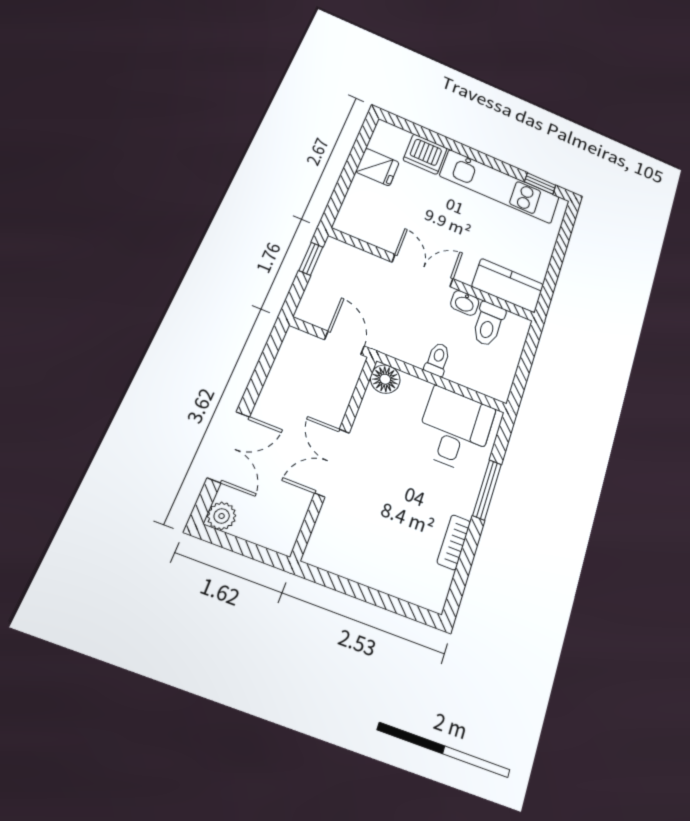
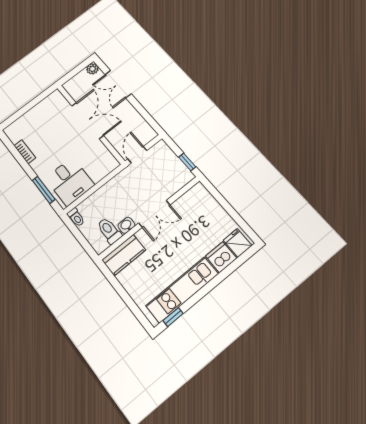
fridge: (377, 167) -> (238, 243), moved, turned 90
door: (344, 343) -> (137, 155), swing flipped
toilet: (438, 359) -> (76, 217), moved
floor lamp: (385, 379) -> (110, 163), removed
double door: (332, 463) -> (88, 121), width x1.37
window: (487, 490) -> (44, 190), moved

